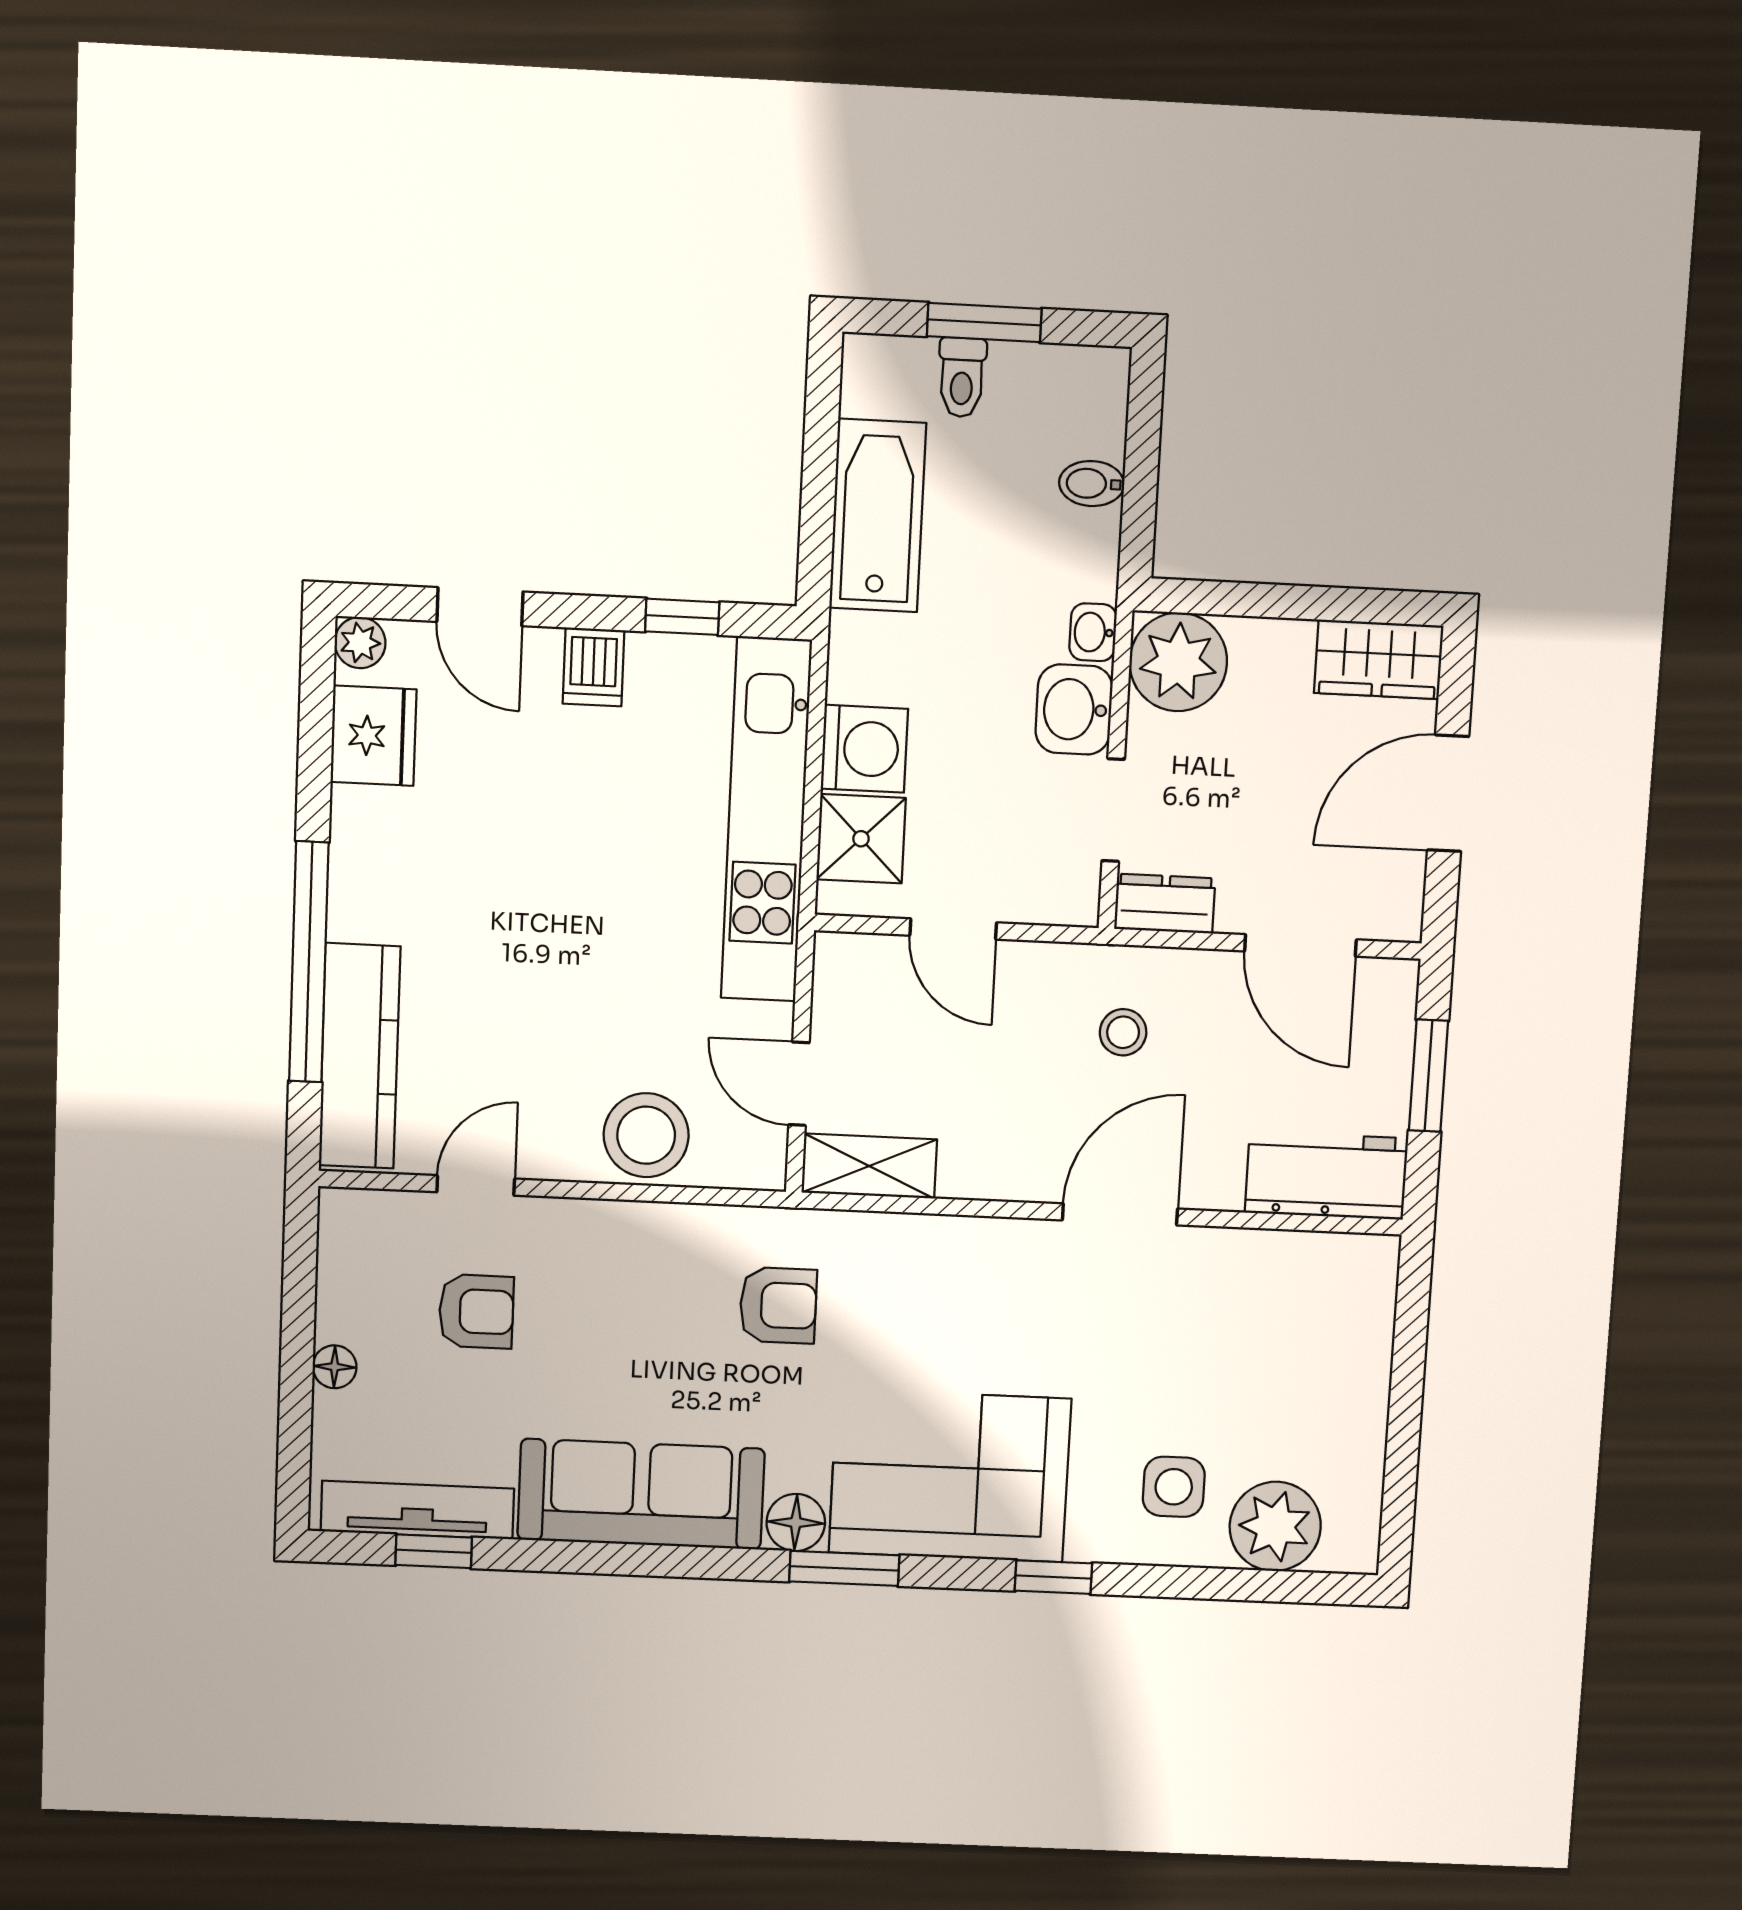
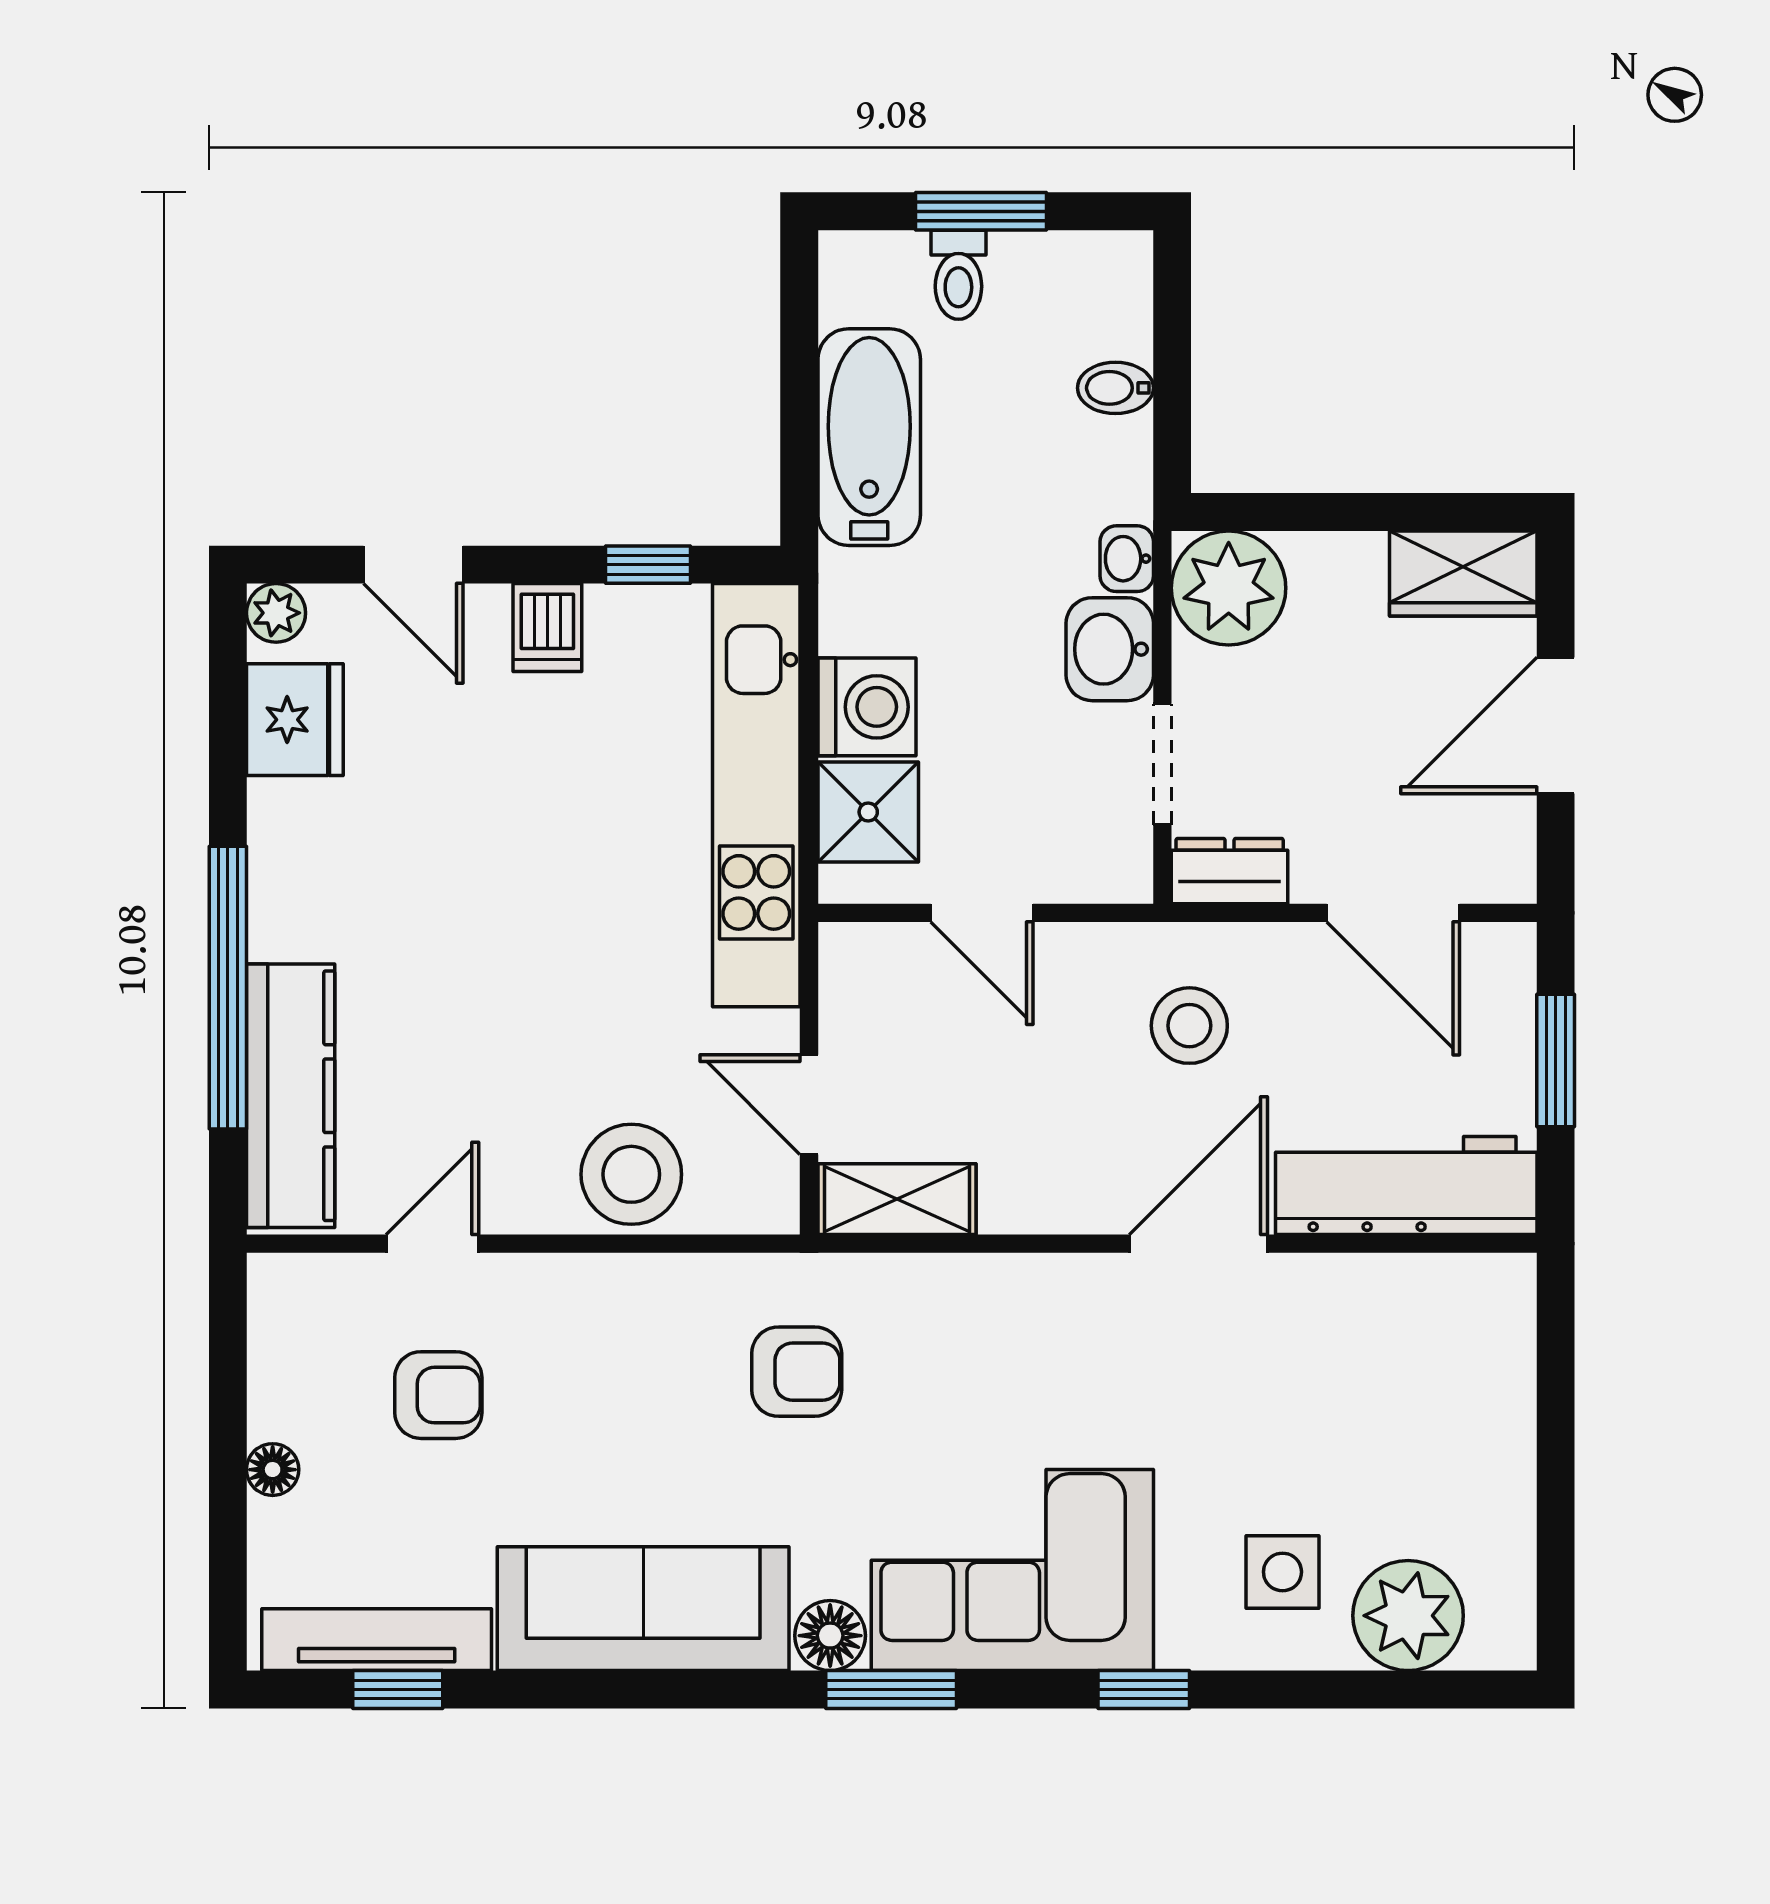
stool: (1123, 1032) -> (1189, 1026), width x1.37, depth x1.37
workbench: (1326, 1175) -> (1406, 1186), width x1.38

